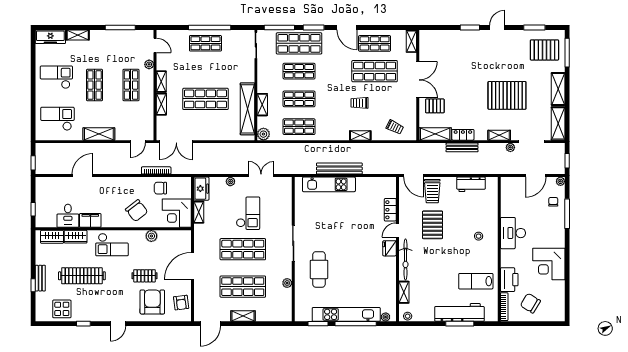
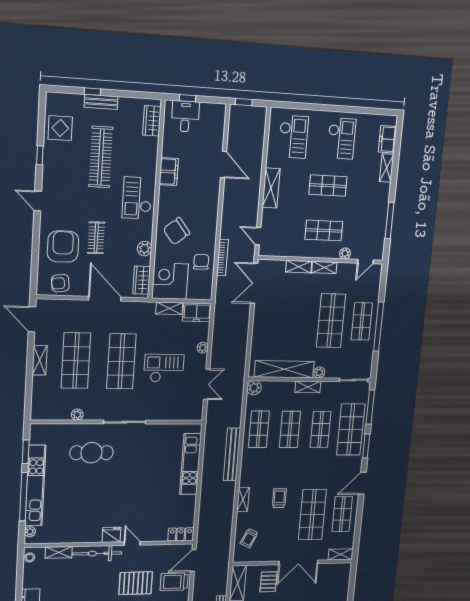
freezer: (50, 37) -> (387, 139), width x0.71
plant: (250, 77) -> (319, 372), added
shop shelf: (205, 99) -> (331, 321), moved
shelving: (262, 105) -> (308, 387), moved
bench: (339, 169) -> (232, 454), moved
locker: (390, 210) -> (181, 534), moved
checkout: (248, 213) -> (164, 368), turned 180
desk: (68, 216) -> (185, 116), moved, turned 90
wardrobe: (76, 237) -> (142, 280), moved
armchair: (152, 302) -> (63, 247), turned -90

